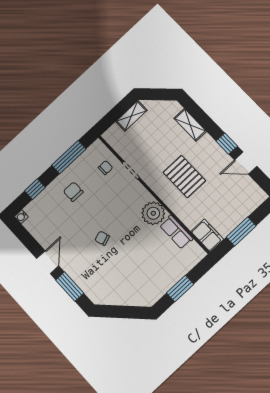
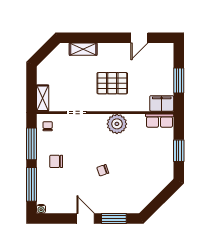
shelving: (131, 116) -> (43, 98), moved
window: (227, 144) -> (116, 38), removed
chair: (105, 168) -> (48, 126), moved
window: (35, 189) -> (31, 184), width x2.17
row of seats: (176, 232) -> (160, 121), moved

